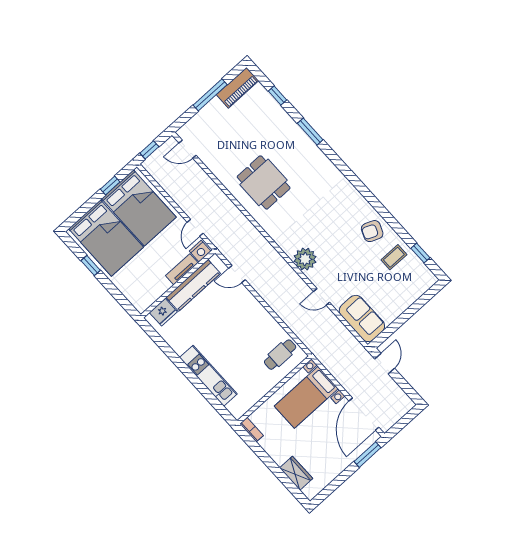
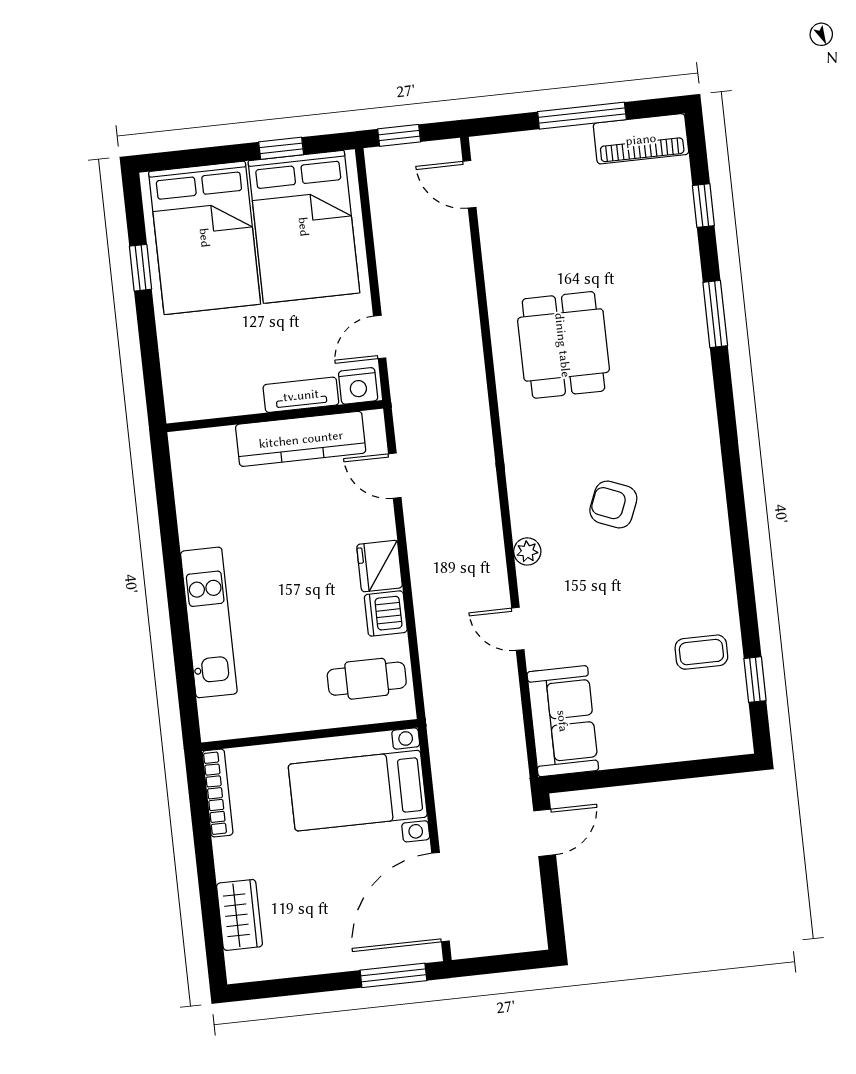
armchair: (372, 231) -> (613, 505), moved
plant: (305, 259) -> (527, 551), width x0.53, depth x0.53
fridge: (163, 312) -> (380, 566), moved, turned 90
dishwasher: (270, 326) -> (386, 613), added
bookcase: (252, 430) -> (218, 793), width x1.56

